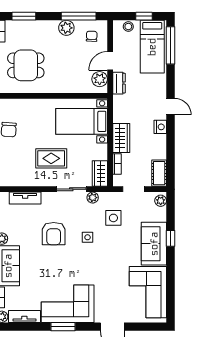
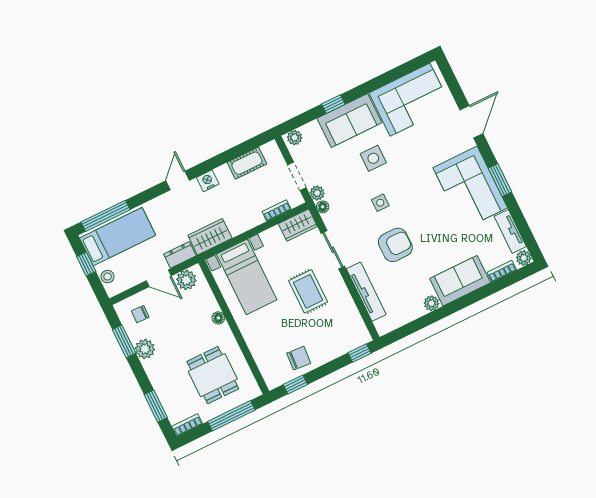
window: (79, 16) -> (124, 341), width x0.69
floor lamp: (63, 88) -> (218, 318), added
wardrobe: (121, 138) -> (210, 237), moved
cot: (159, 173) -> (247, 163), moved
floor lamp: (104, 197) -> (323, 207), added
tv unit: (25, 198) -> (366, 292), width x1.41
plant: (93, 198) -> (317, 193), moved
side table: (113, 218) -> (373, 158), moved

